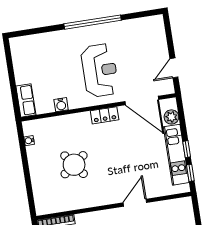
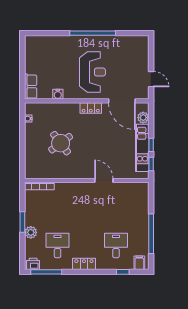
door: (174, 68) -> (151, 79), swing flipped
door: (135, 203) -> (104, 181), hinge flipped

